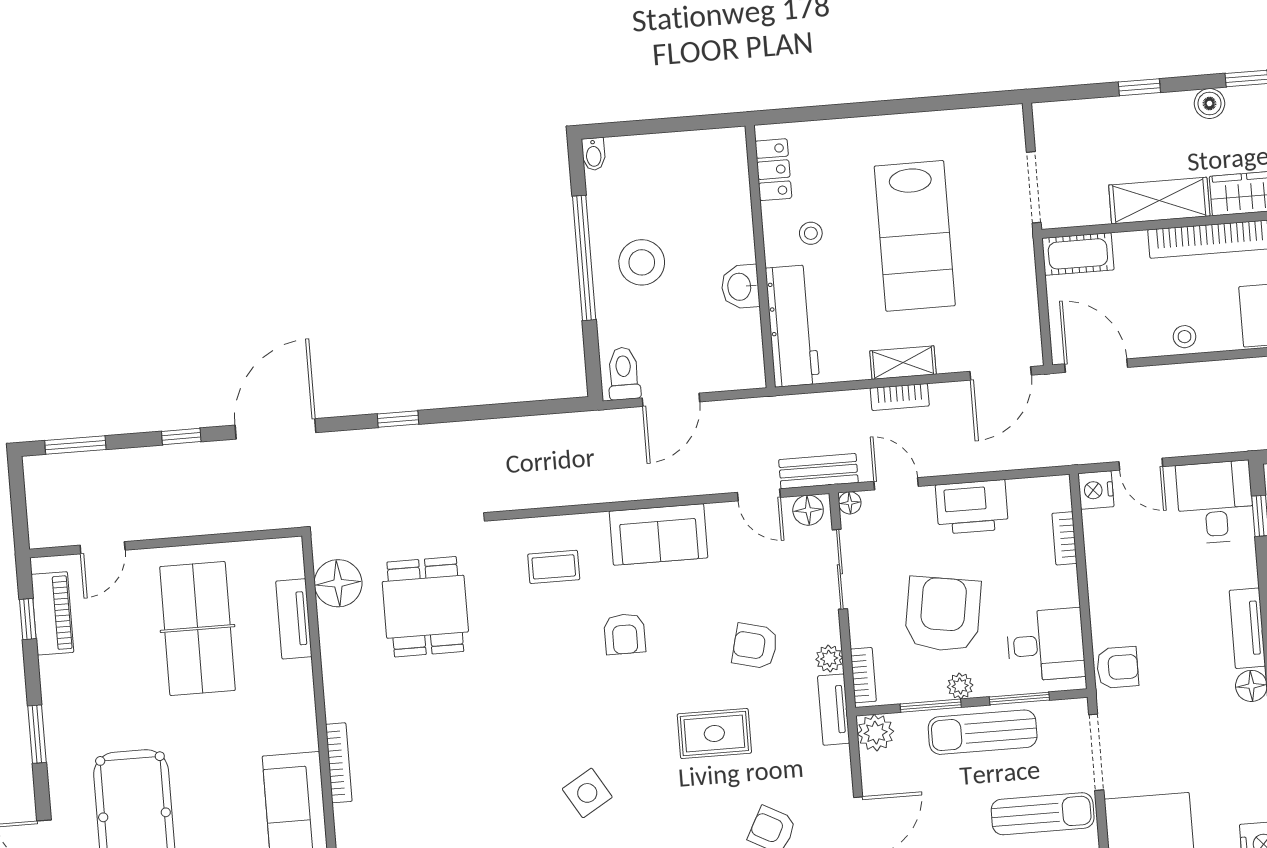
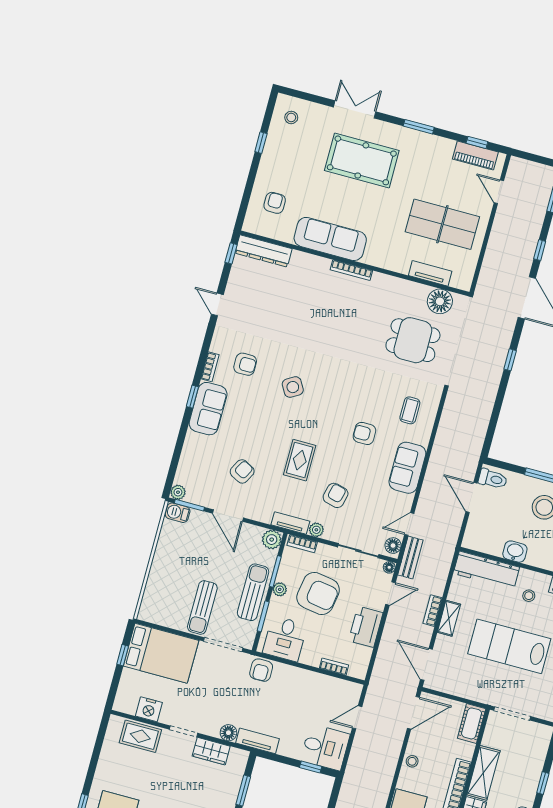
nightstand: (1096, 490) -> (352, 691), removed

